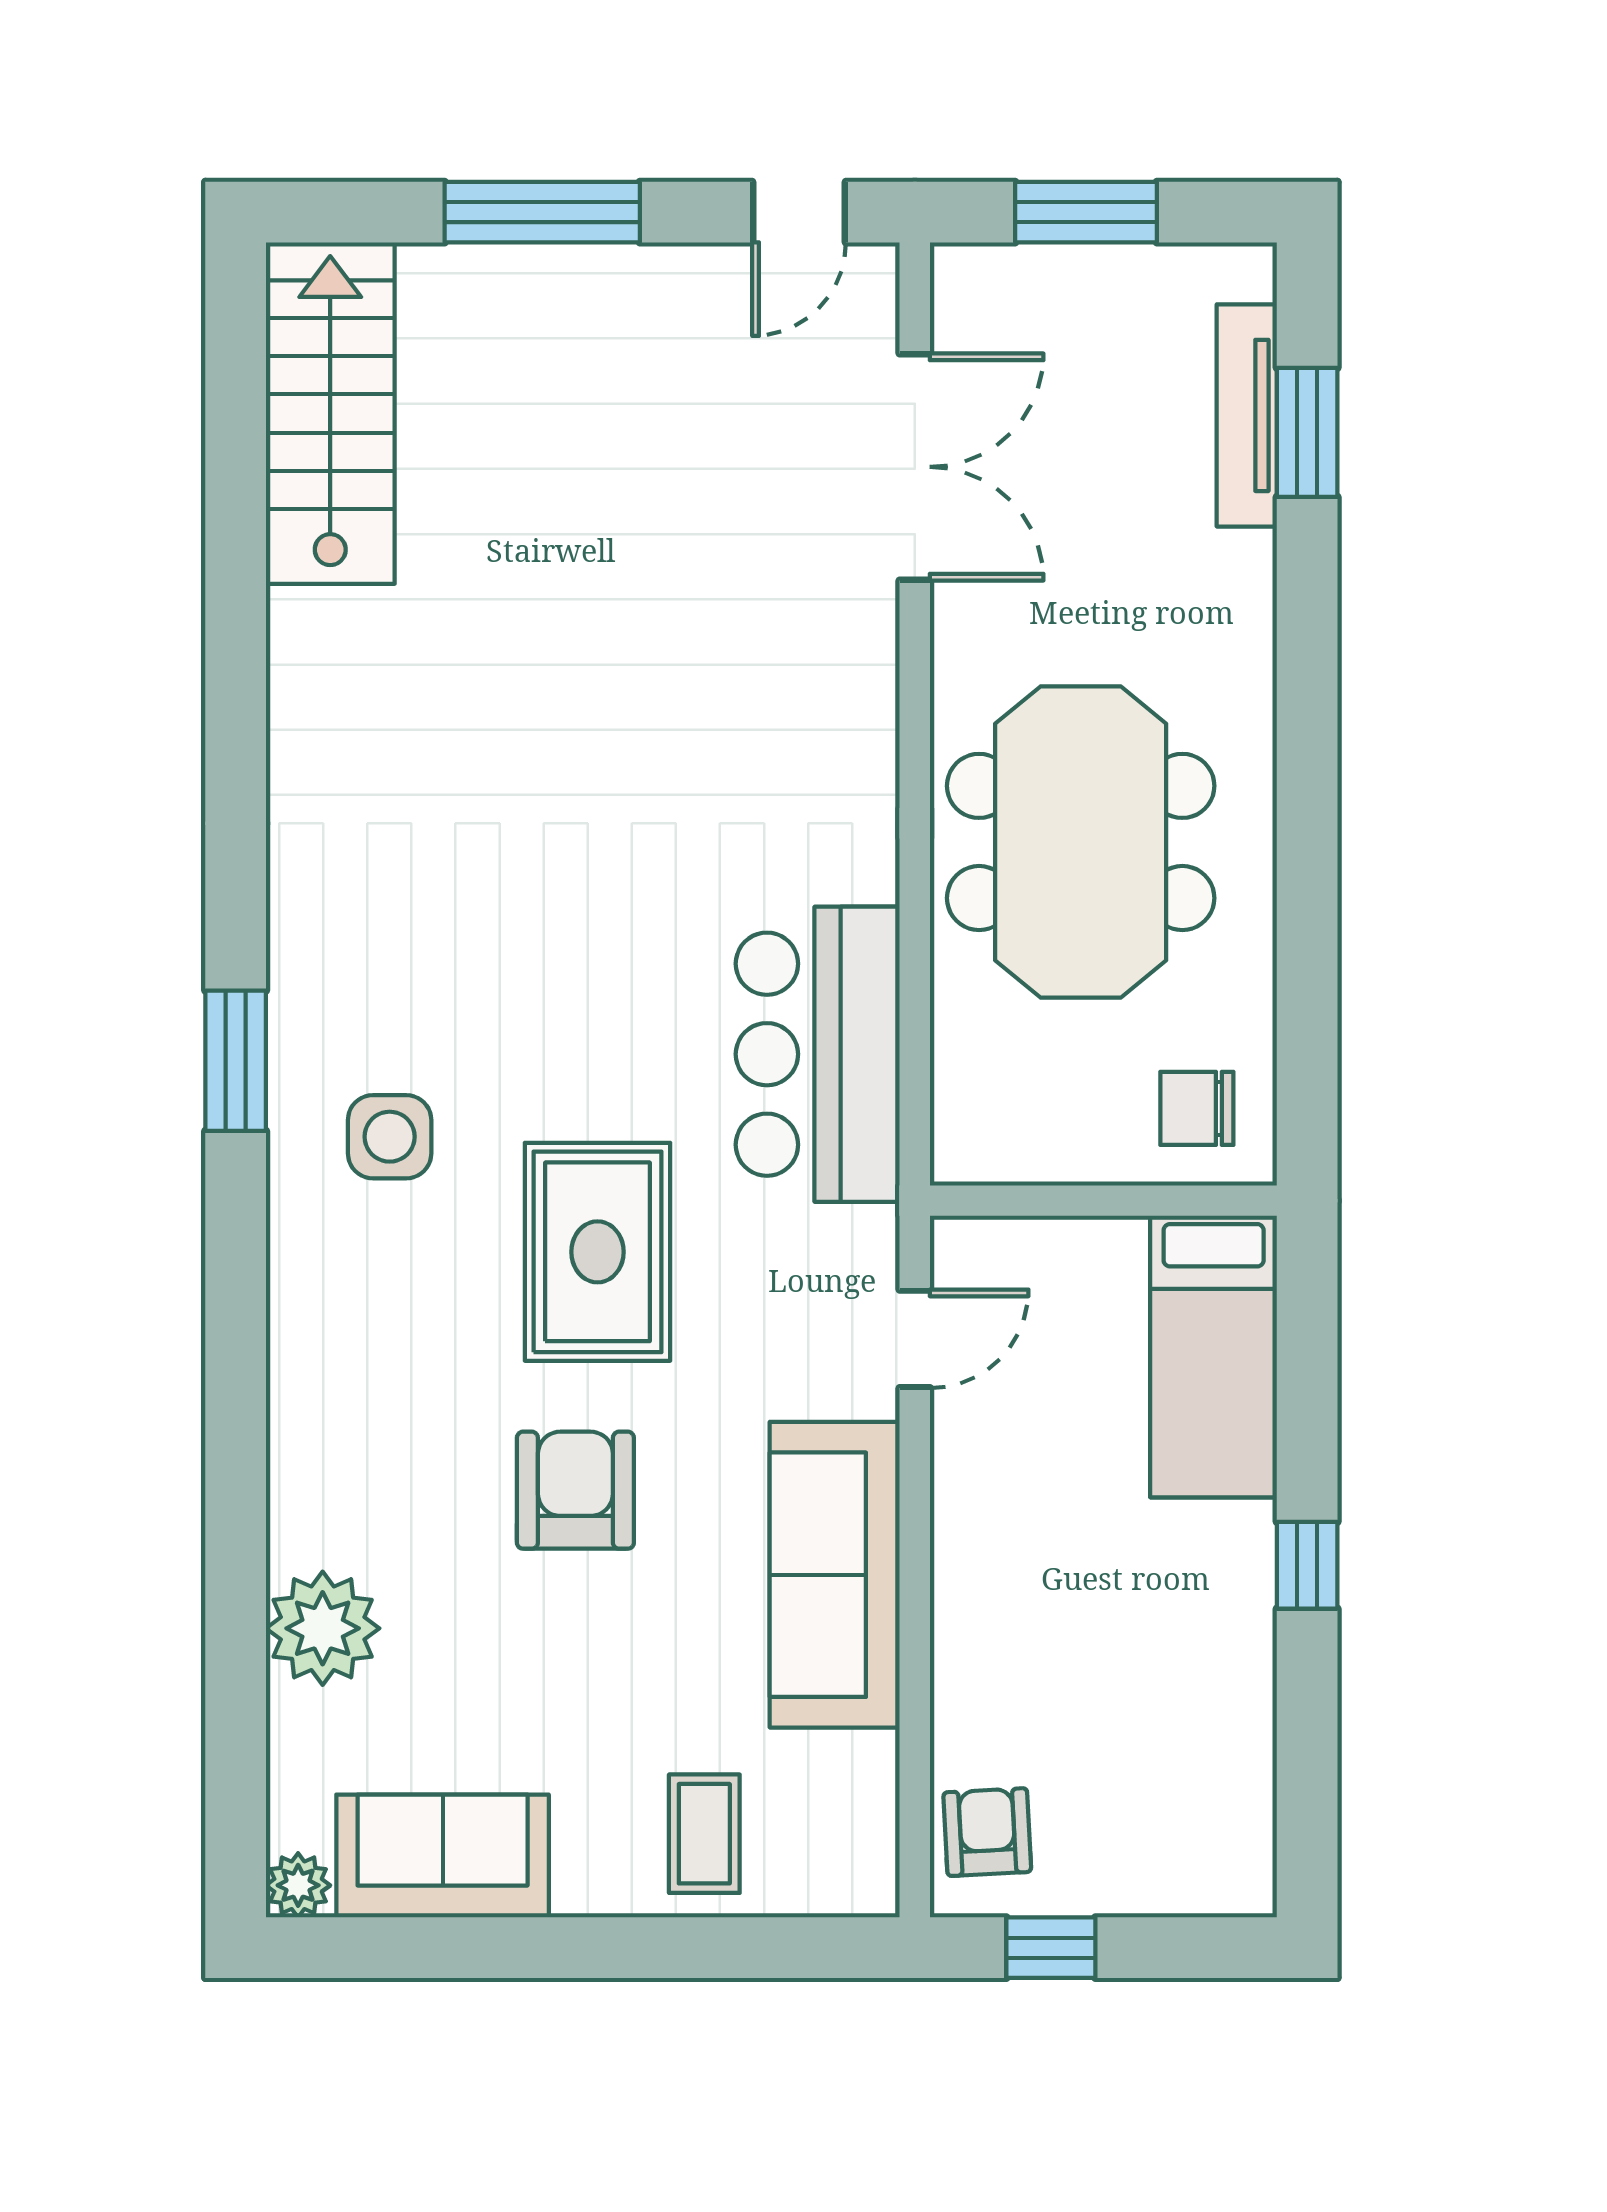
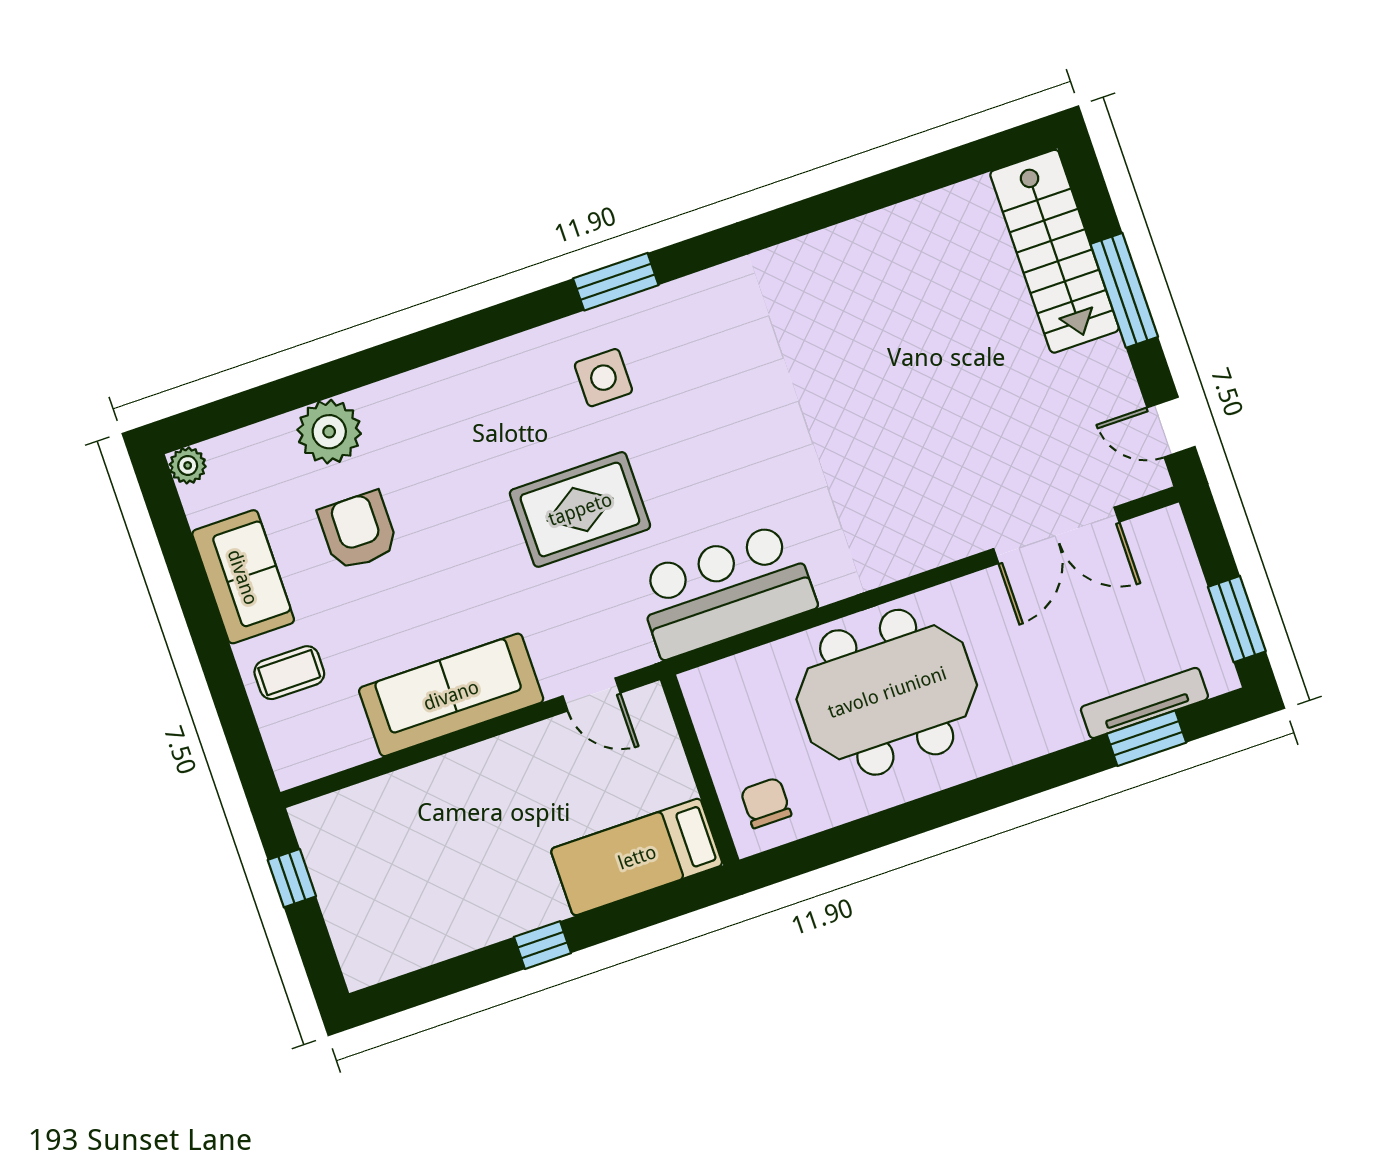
window: (1086, 212) -> (1237, 619), moved
stairs: (330, 413) -> (1054, 251), moved, turned 90
armchair: (575, 1490) -> (358, 531), moved, turned -90
armchair: (987, 1832) -> (342, 823), removed
sofa: (443, 1856) -> (243, 577), moved

